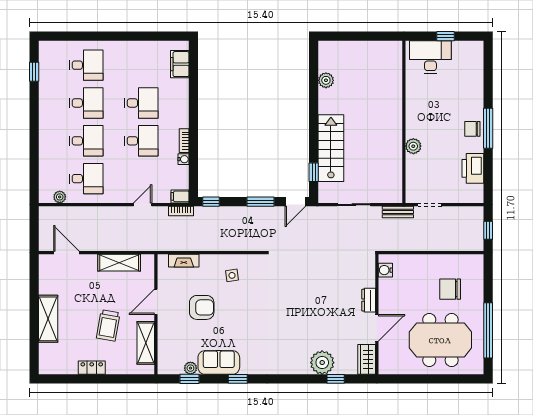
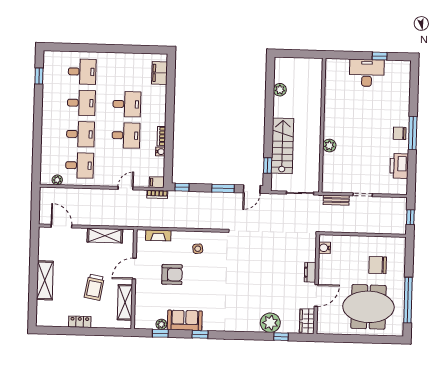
wall: (404, 122) -> (322, 125), moved
plant: (413, 146) -> (329, 146), moved

